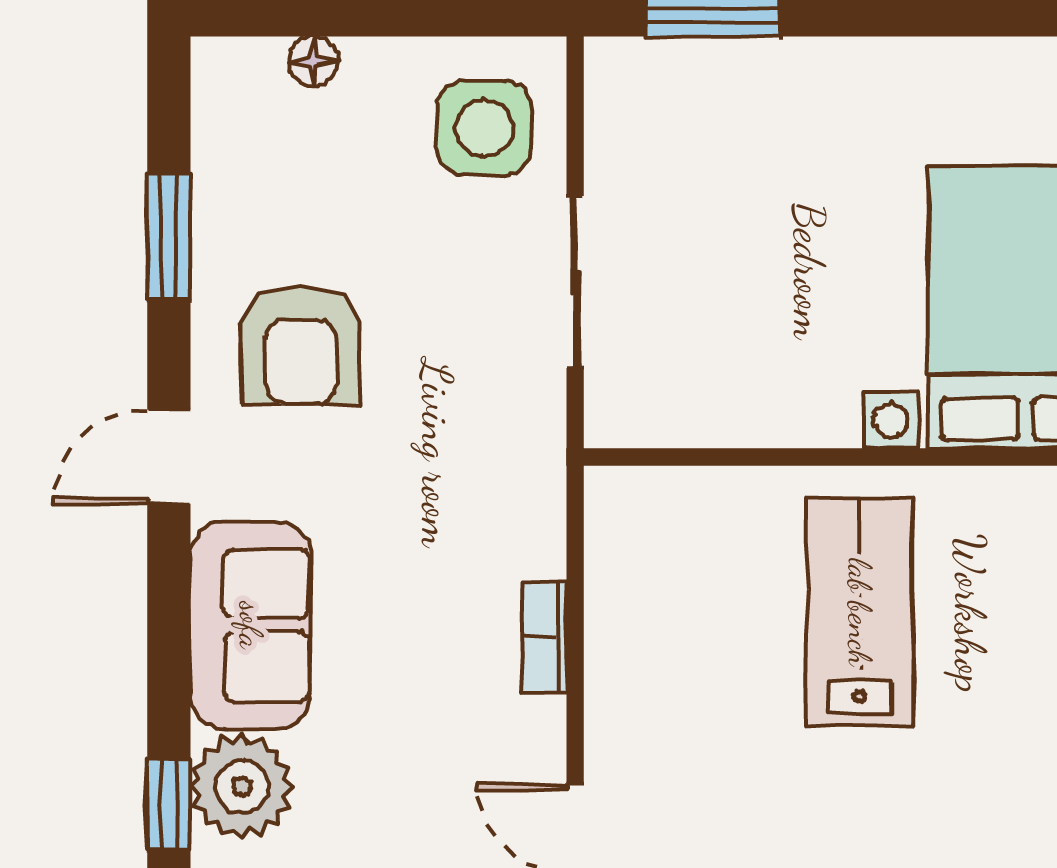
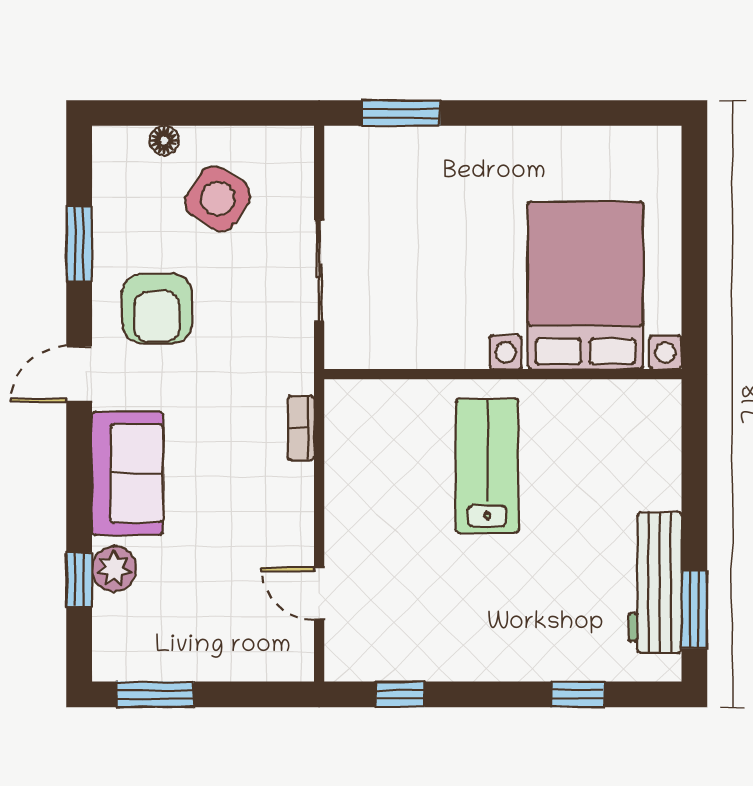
side table: (484, 128) -> (218, 199), moved, turned 33
bookcase: (544, 637) -> (301, 428), moved
plant: (242, 787) -> (114, 569), width x0.73, depth x0.73

